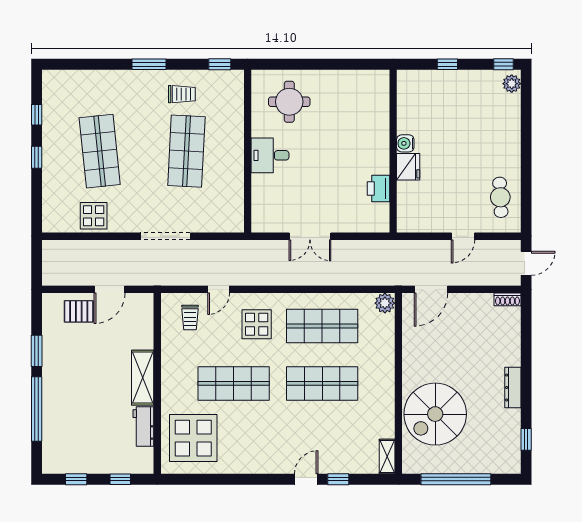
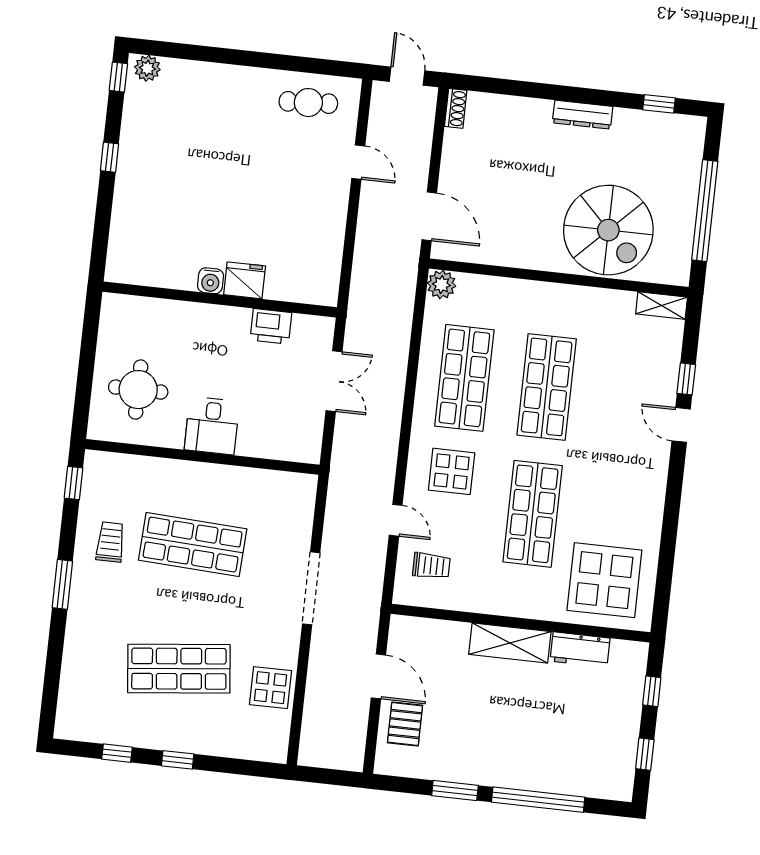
water cooler: (405, 143) -> (211, 281), moved
wall: (393, 151) -> (220, 299), moved
fridge: (408, 167) -> (245, 280), moved
printer: (378, 189) -> (271, 326), moved

